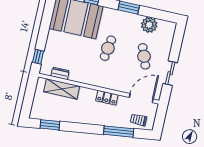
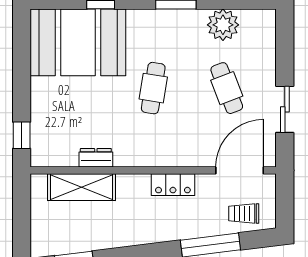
dresser: (60, 73) -> (96, 158), moved

